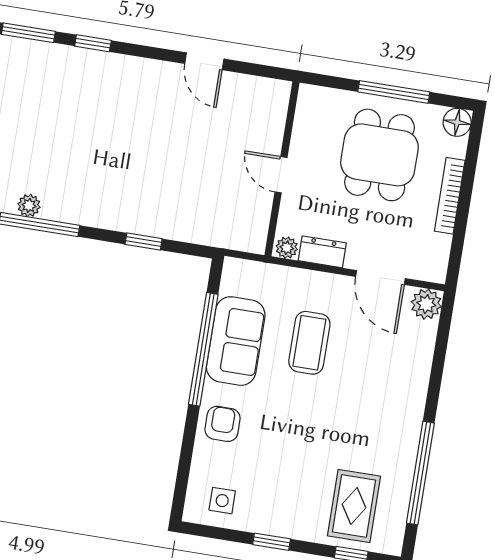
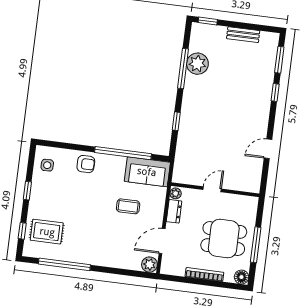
plant: (29, 205) -> (197, 64), width x1.88, depth x1.88
sofa: (236, 341) -> (147, 172), moved
coffee table: (309, 343) -> (128, 206), width x0.73, depth x0.77

